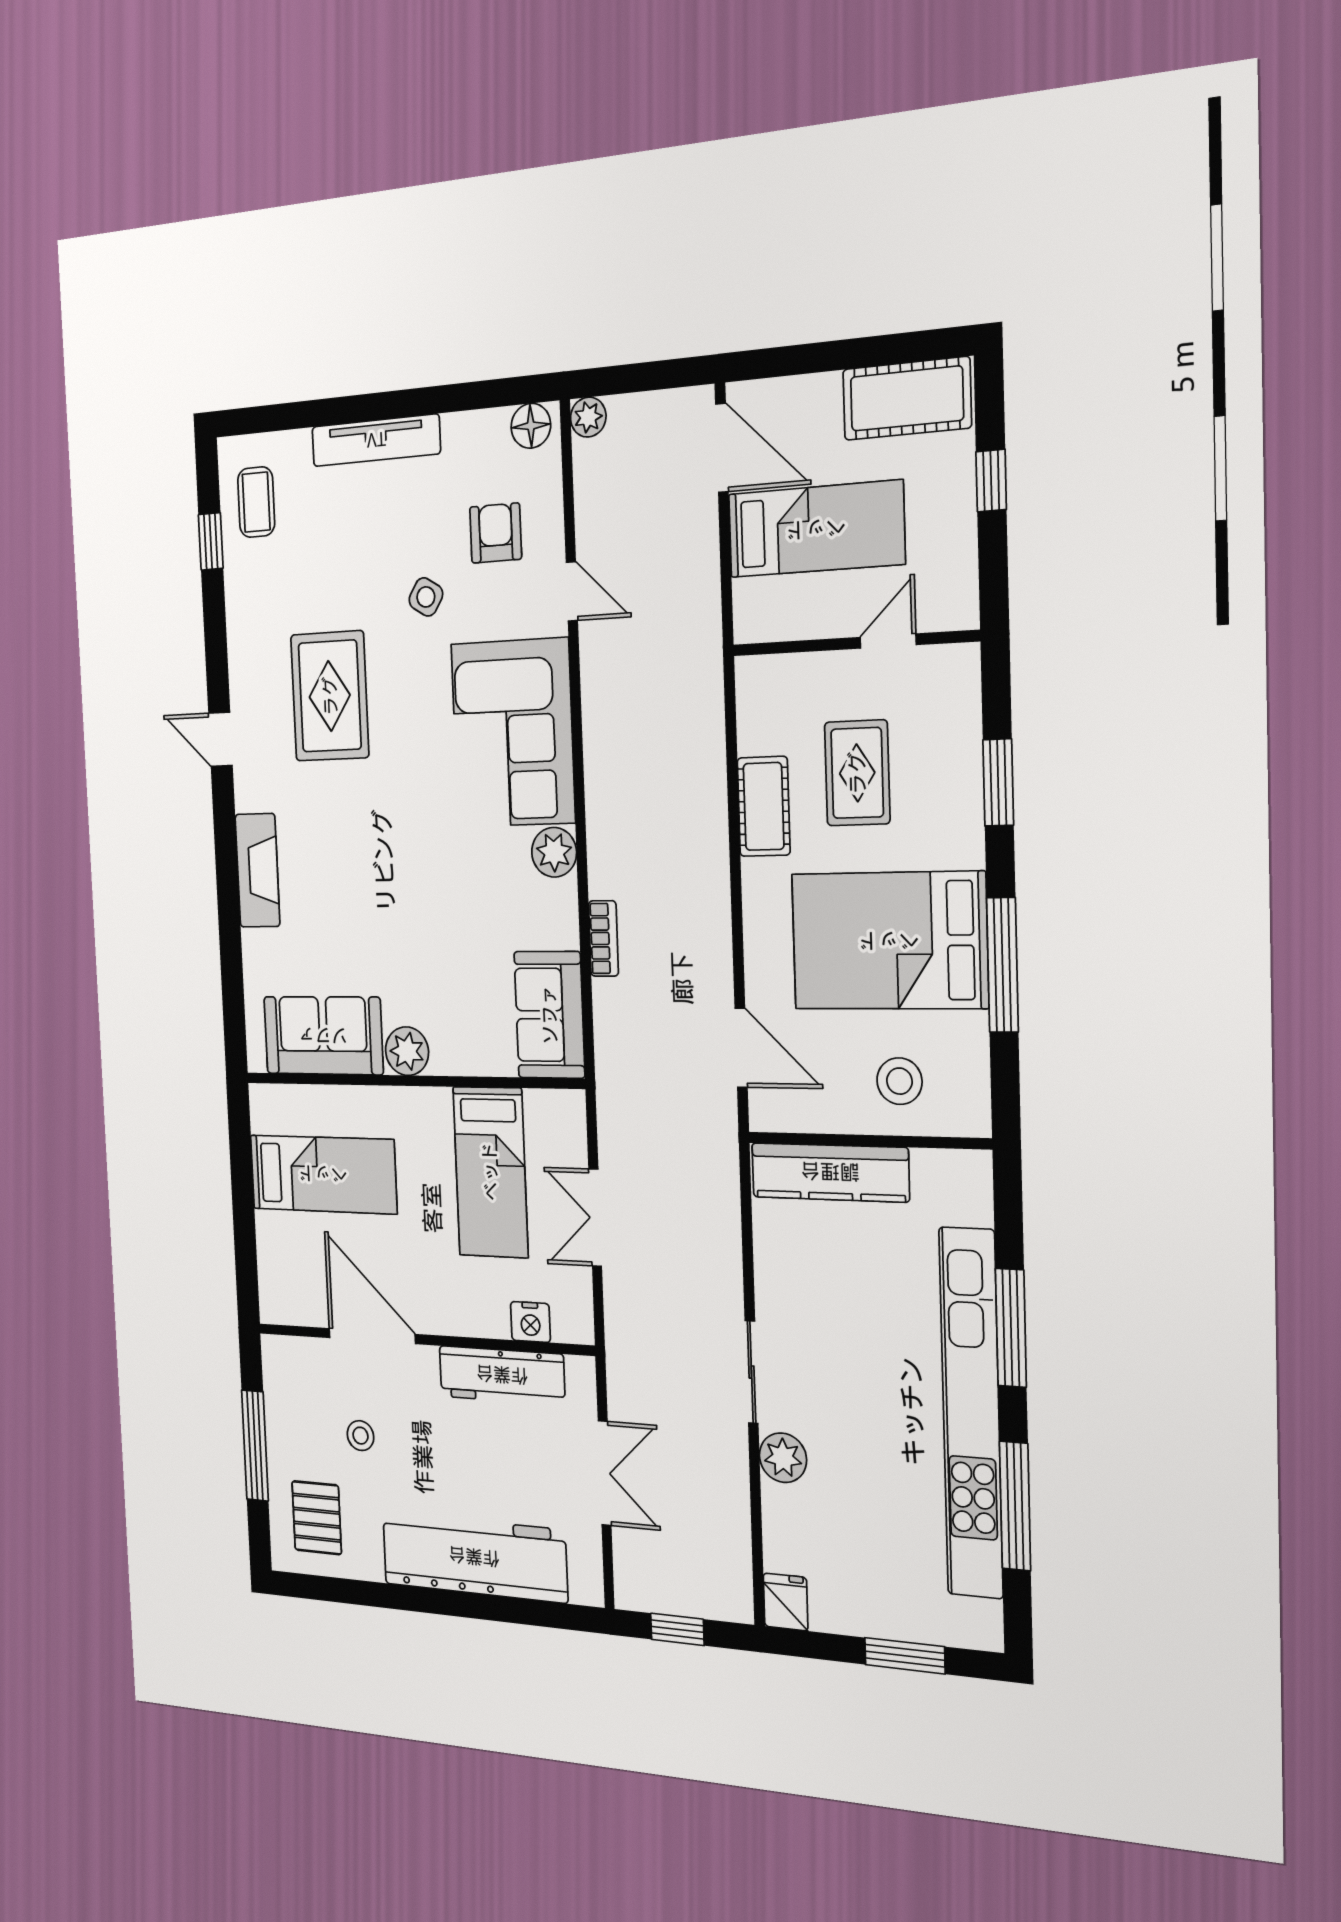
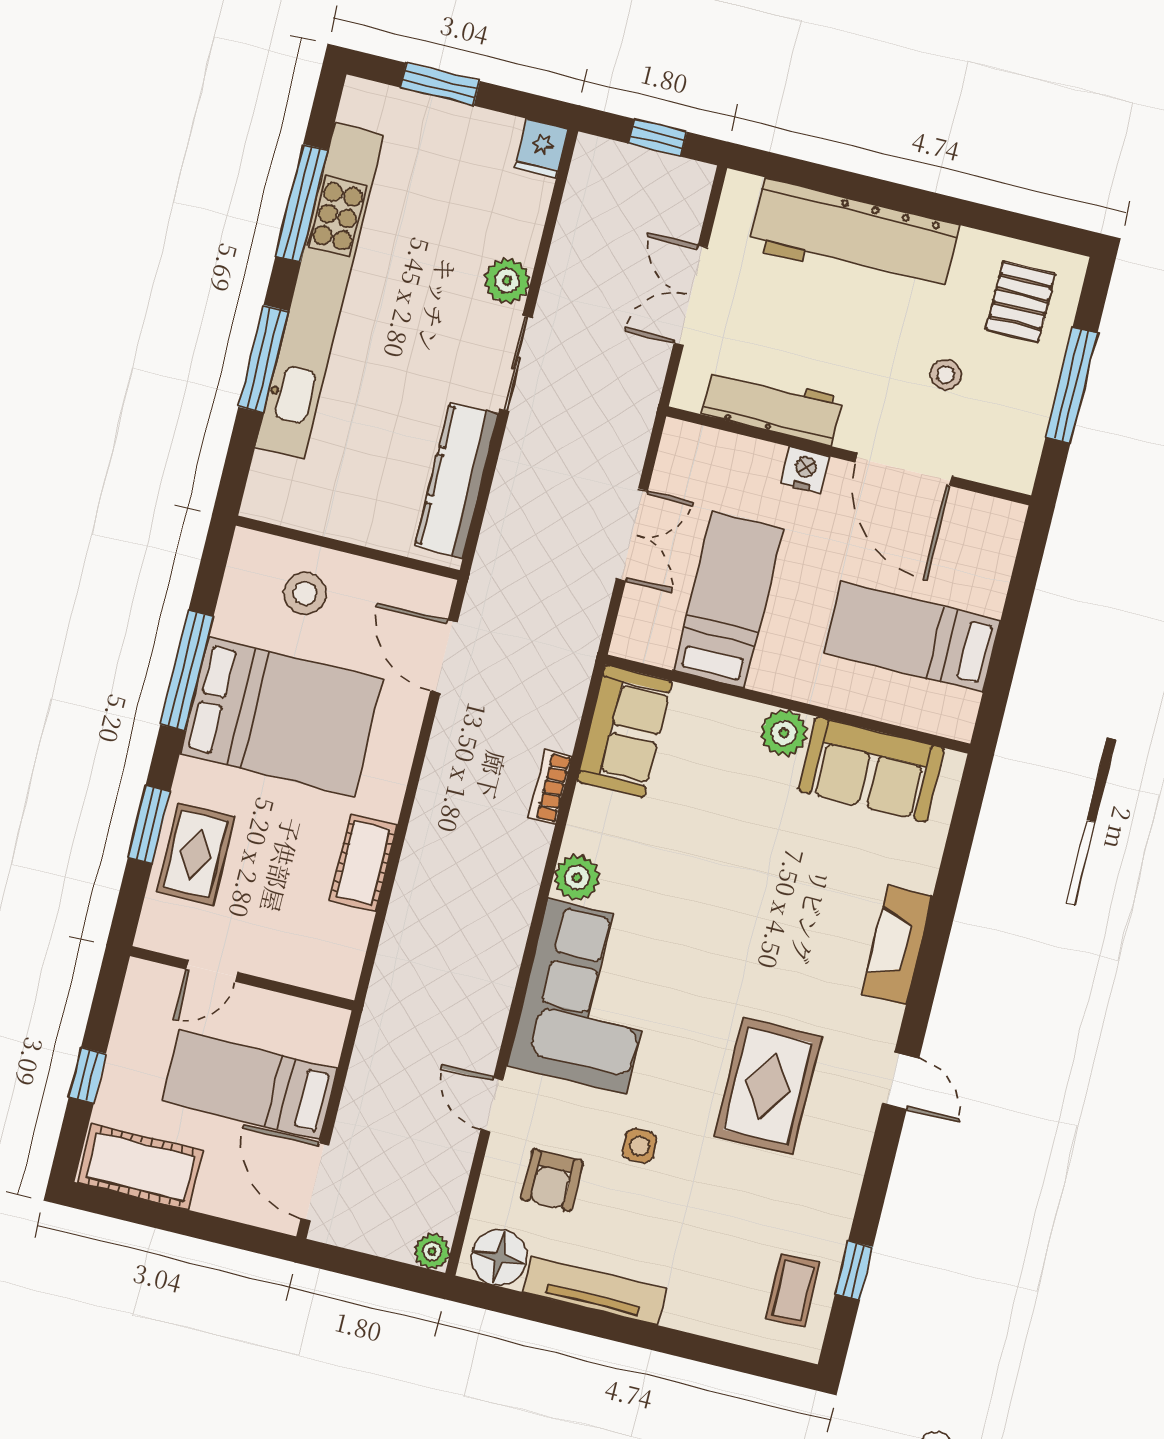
floor lamp: (531, 426) -> (499, 1257), width x1.38, depth x1.38
tv unit: (376, 440) -> (595, 1290), moved
side table: (426, 597) -> (640, 1146), turned -32
rug: (857, 773) -> (196, 854), moved
kitchen counter: (830, 1172) -> (456, 480), moved, turned -90
nightstand: (530, 1322) -> (805, 470), moved

